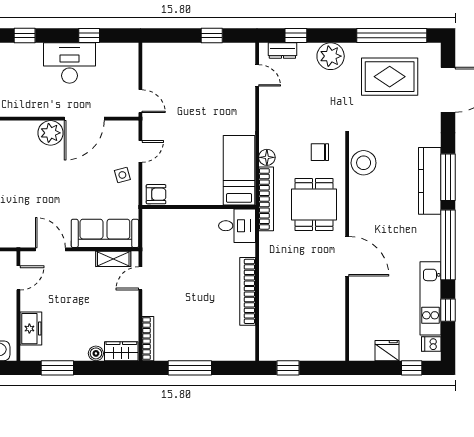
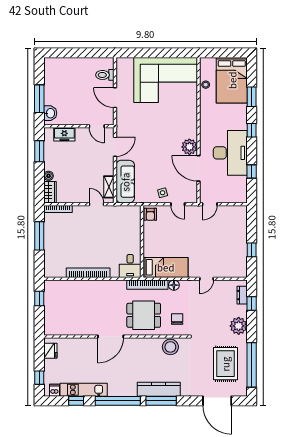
desk: (69, 63) -> (230, 153), width x1.36, depth x1.30
door: (257, 75) -> (207, 279), moved
fridge: (387, 351) -> (50, 351), moved

